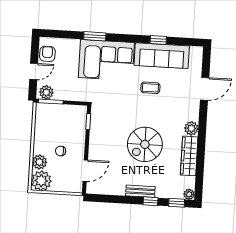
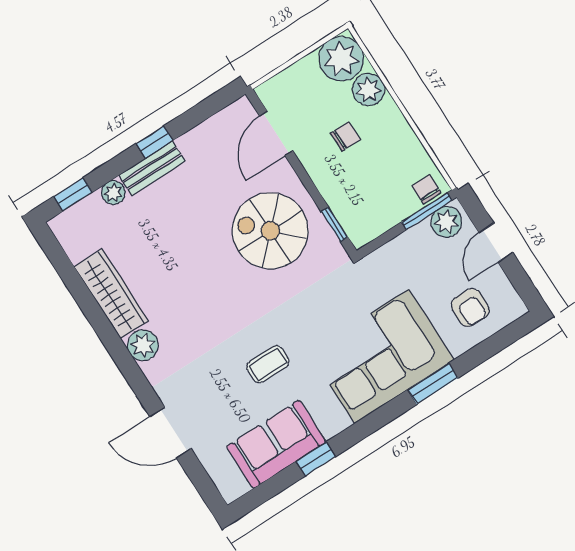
armchair: (47, 54) -> (470, 308), moved
sofa: (162, 56) -> (276, 444), width x0.73
door: (205, 89) -> (170, 432), hinge flipped
chair: (45, 110) -> (427, 189), added
spiral stairs: (145, 144) -> (270, 231), moved, turned -90
plant: (189, 194) -> (113, 193), moved
window: (150, 201) -> (154, 142), moved

